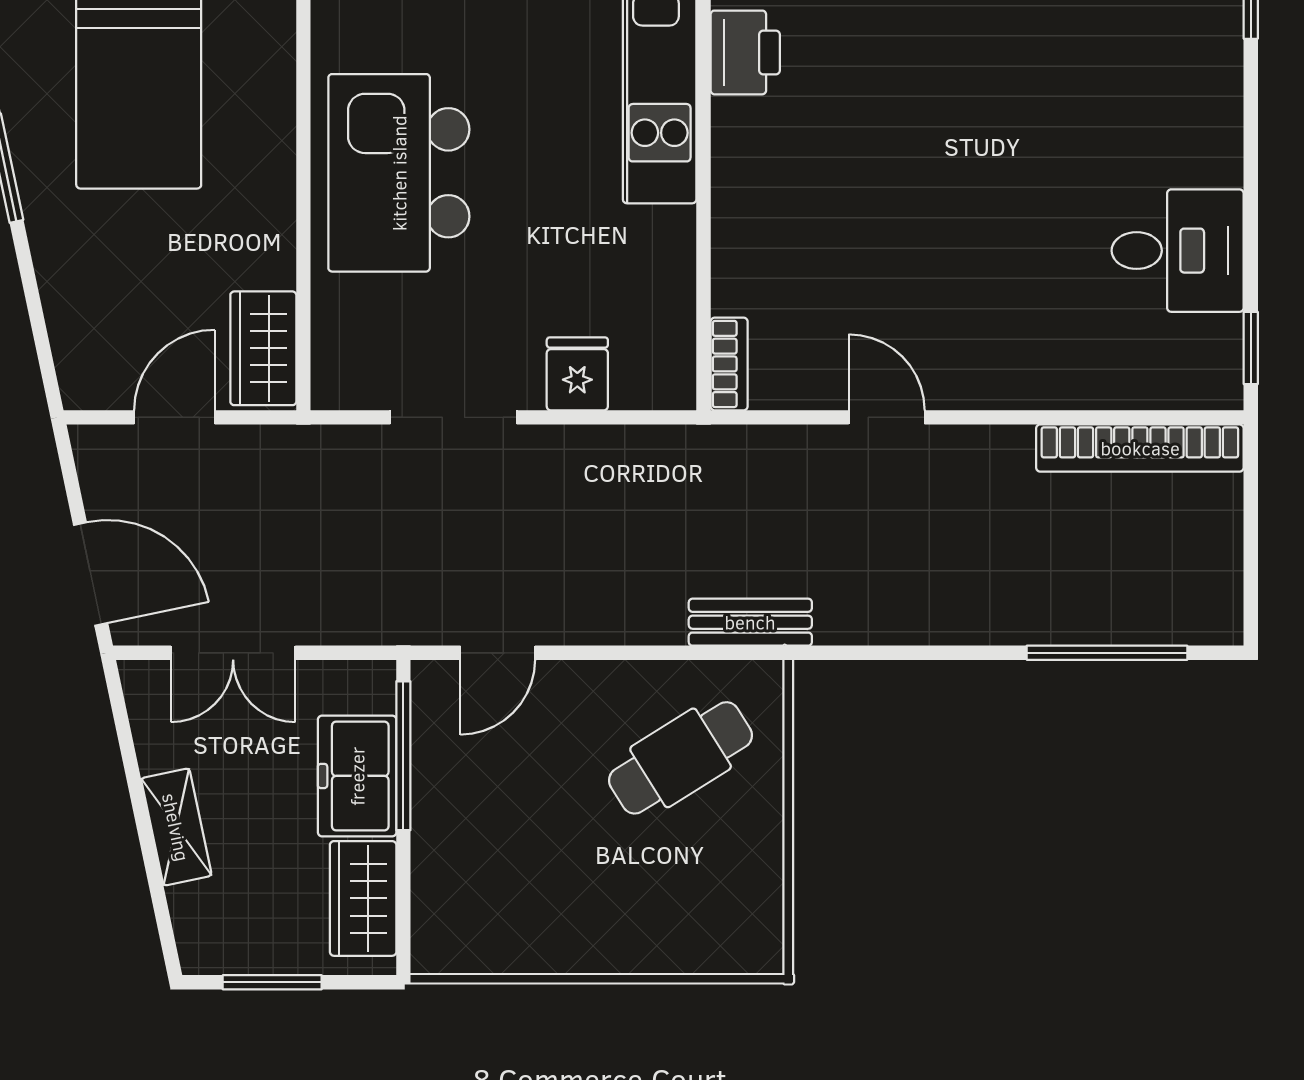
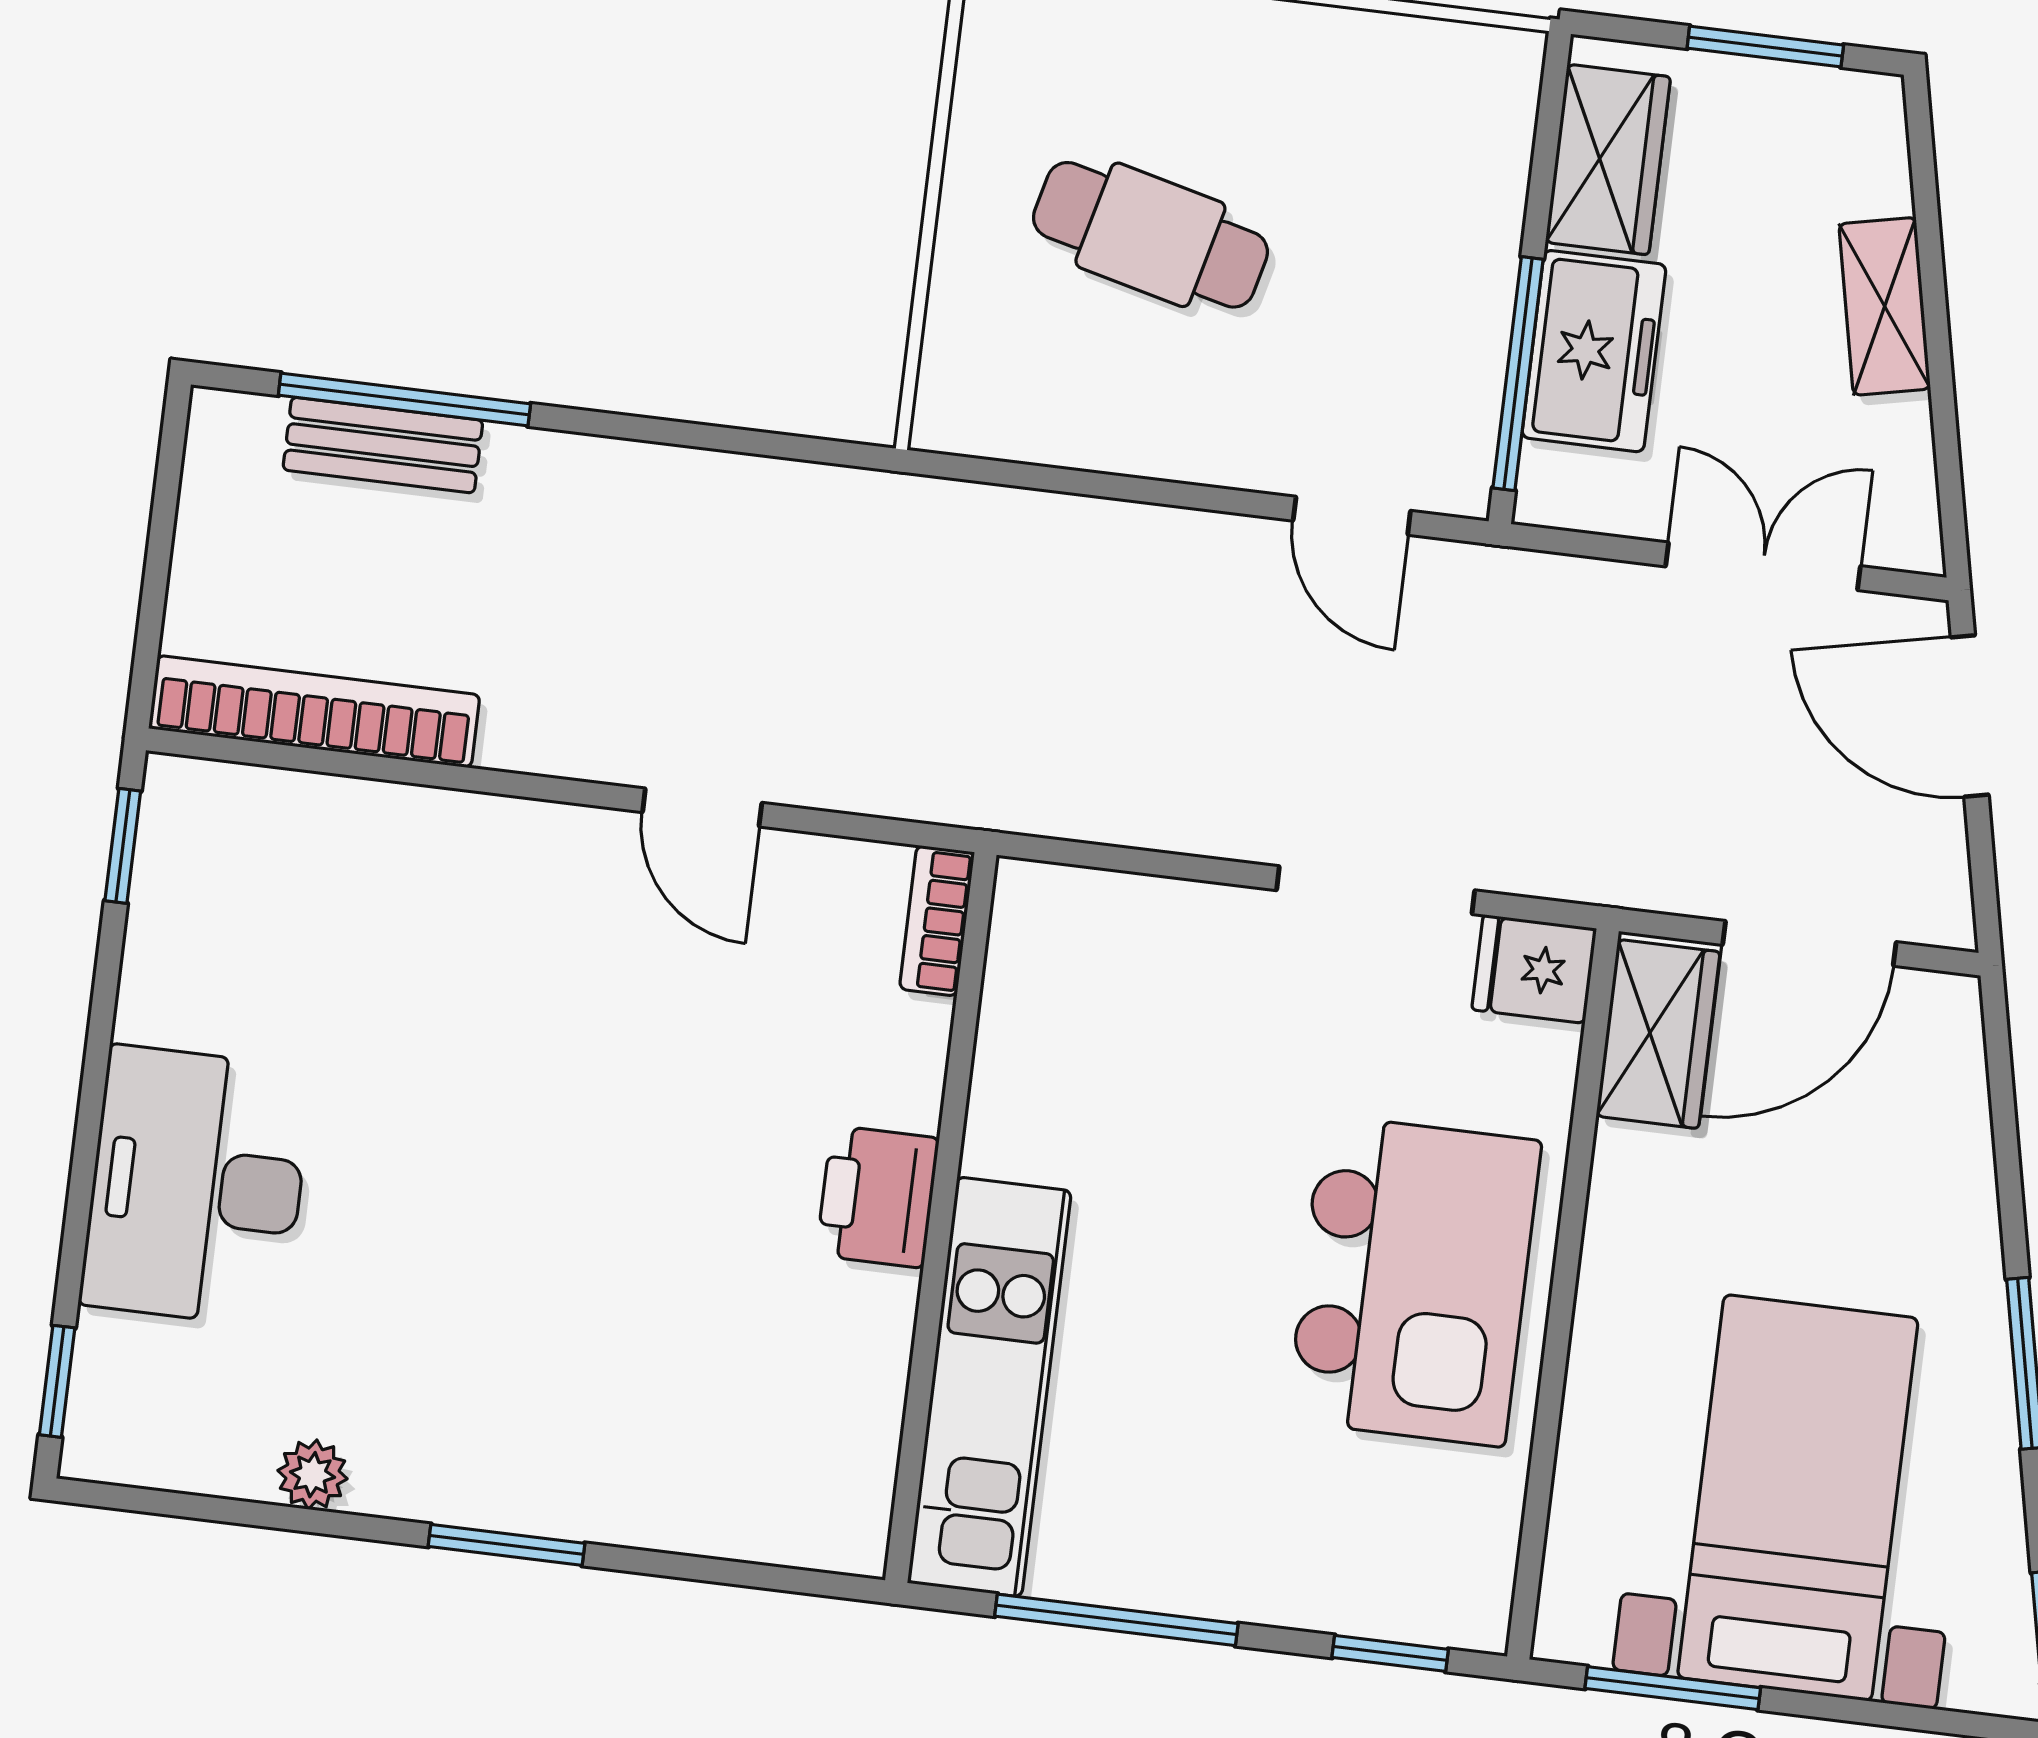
printer: (745, 52) -> (878, 1197), moved
desk: (1178, 251) -> (196, 1186), moved, width x1.37
fridge: (577, 374) -> (1534, 969), moved, turned 90
door: (174, 417) -> (1809, 943), width x1.38
bench: (750, 622) -> (383, 445), moved
door: (498, 653) -> (1352, 516), swing flipped
cafe table: (681, 758) -> (1150, 235), moved, turned 46

